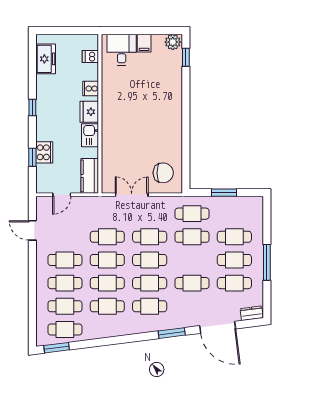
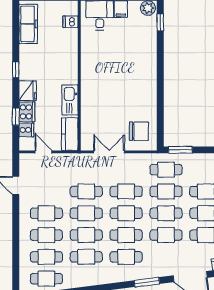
freezer: (46, 59) -> (28, 24), width x1.40
cooker: (91, 89) -> (26, 130), moved, turned 180
fridge: (89, 112) -> (28, 91), moved, turned 180
kitchen sink: (90, 135) -> (70, 100), width x1.38
window: (224, 193) -> (180, 150), moved
door: (62, 195) -> (43, 152), swing flipped
cafe table: (192, 260) -> (166, 213), added

